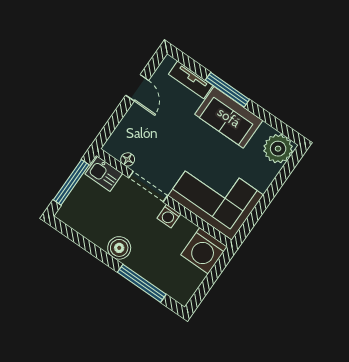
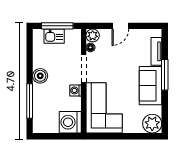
door: (137, 88) -> (120, 26), moved
plant: (114, 146) -> (93, 35), added
kitchen sink: (104, 174) -> (54, 36), moved, turned -90

